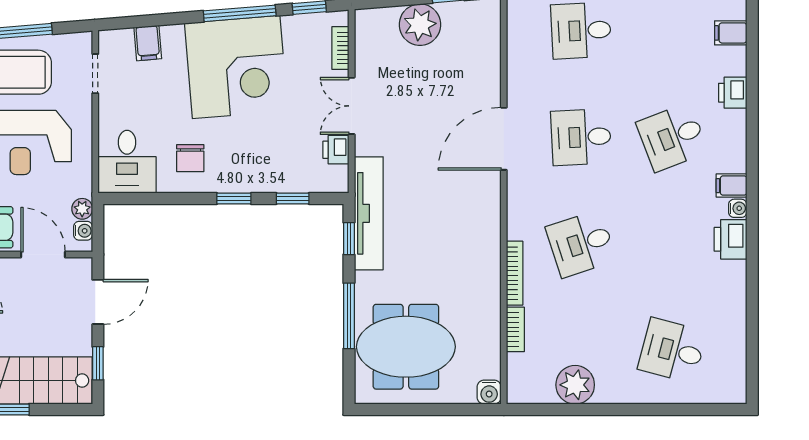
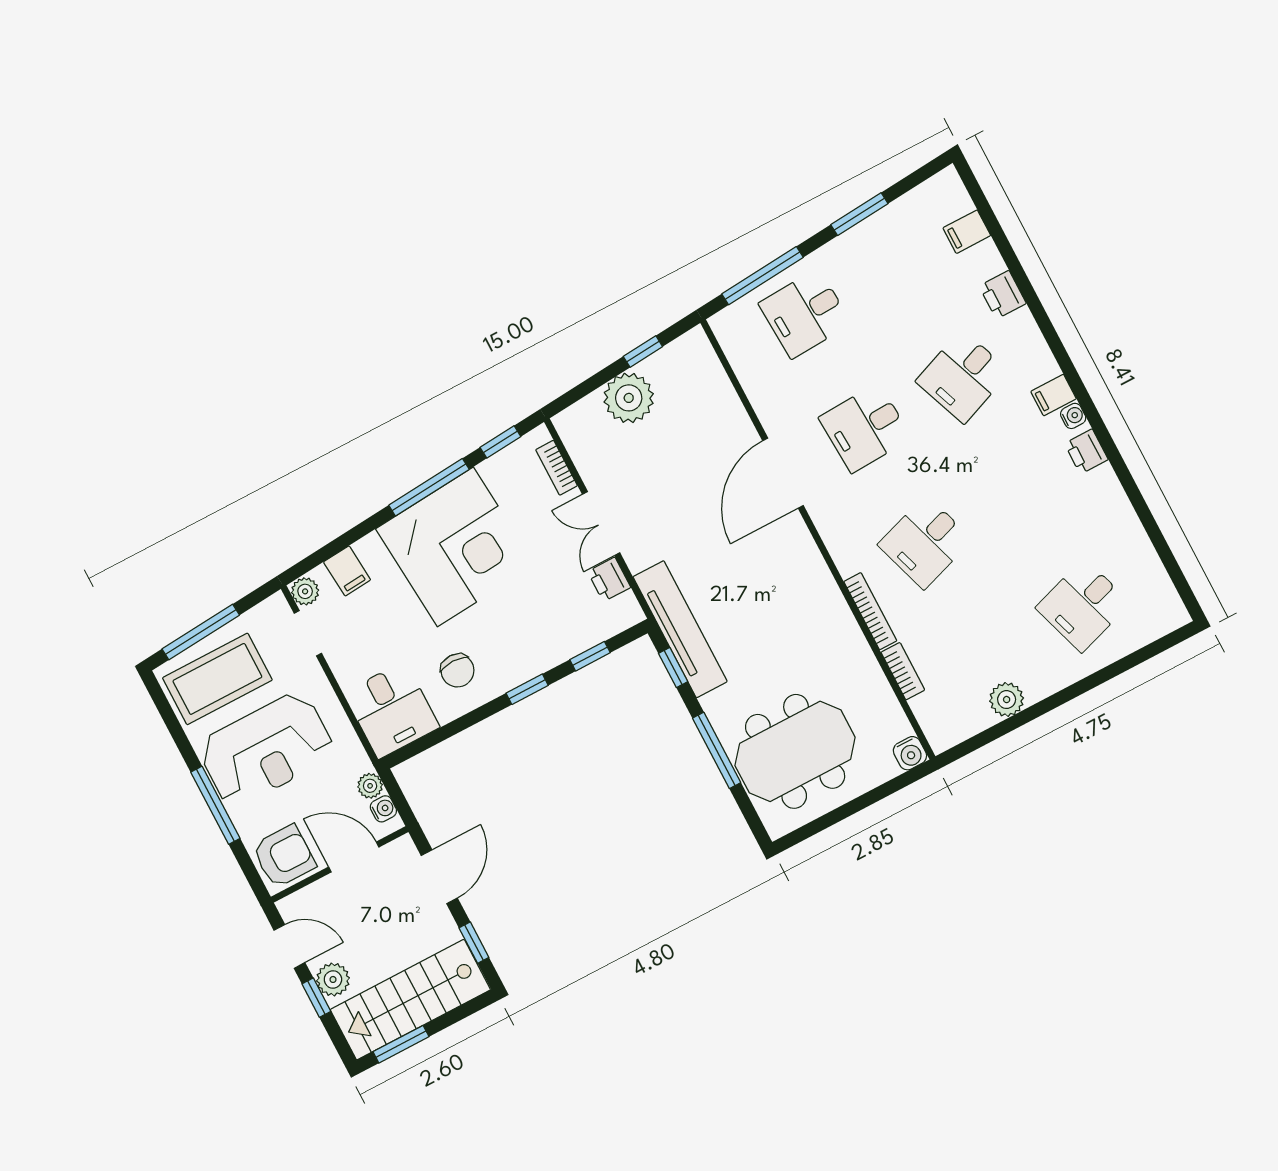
plant: (109, 42) -> (305, 591), added
printer: (730, 239) -> (1086, 451), width x0.73, depth x0.81
desk: (672, 350) -> (1083, 605), turned -33
plant: (575, 385) -> (1007, 700), width x0.73, depth x0.73

